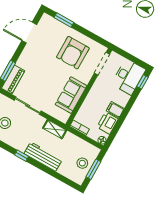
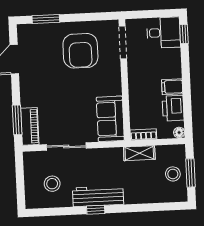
desk: (129, 77) -> (163, 33), width x0.73
sofa: (71, 95) -> (110, 119), moved
shelving: (55, 129) -> (139, 153), moved
workbench: (43, 157) -> (98, 196), moved

